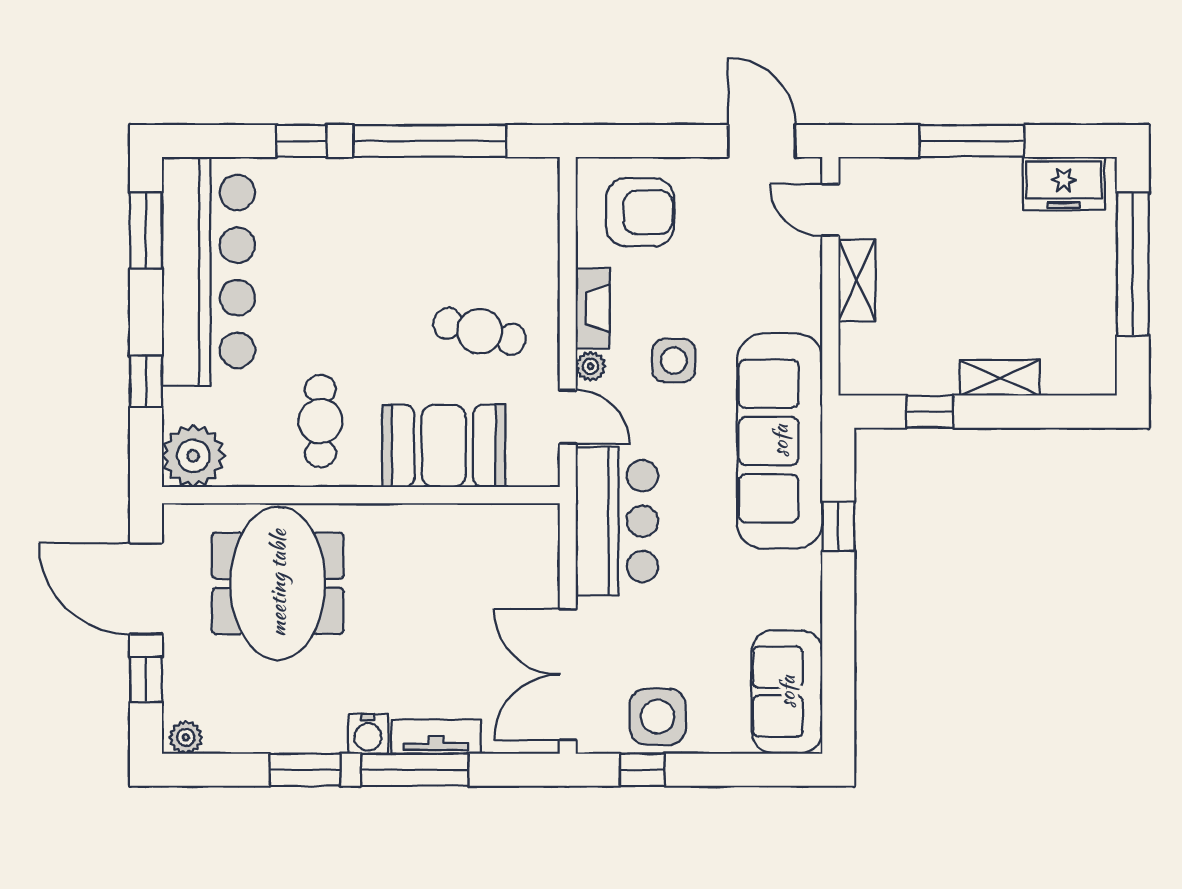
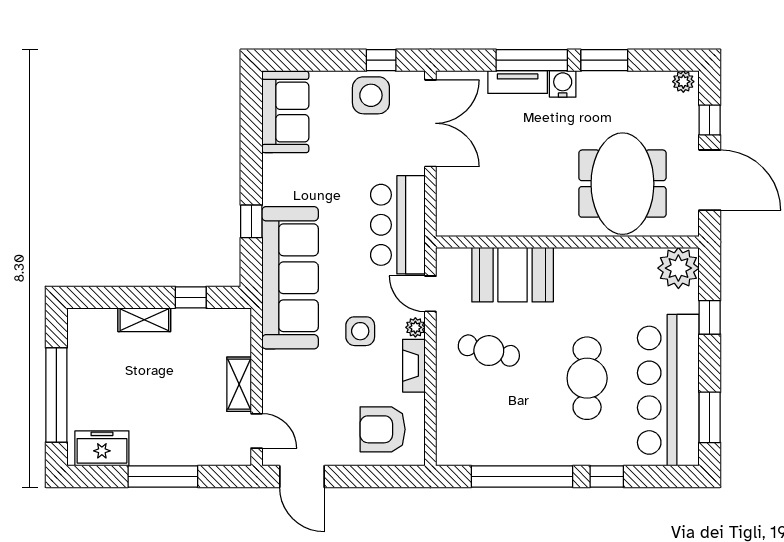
cafe table: (320, 421) -> (587, 378), moved, width x1.37, depth x1.35

